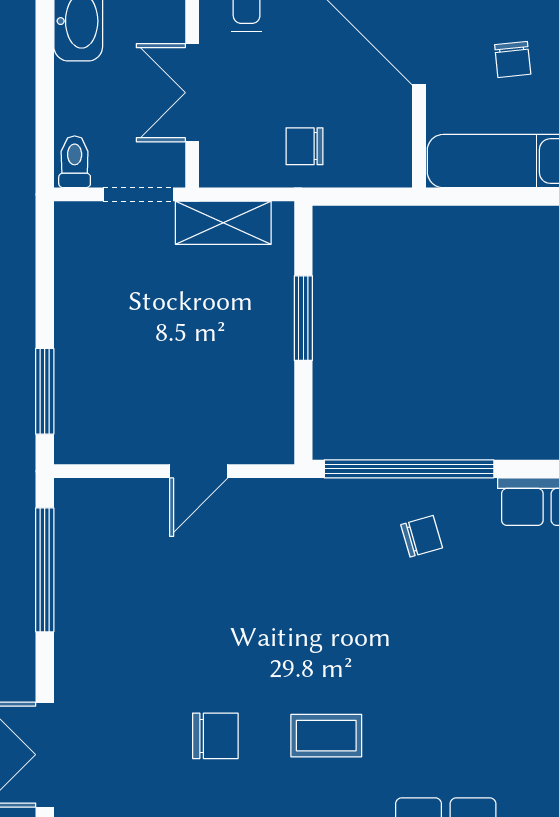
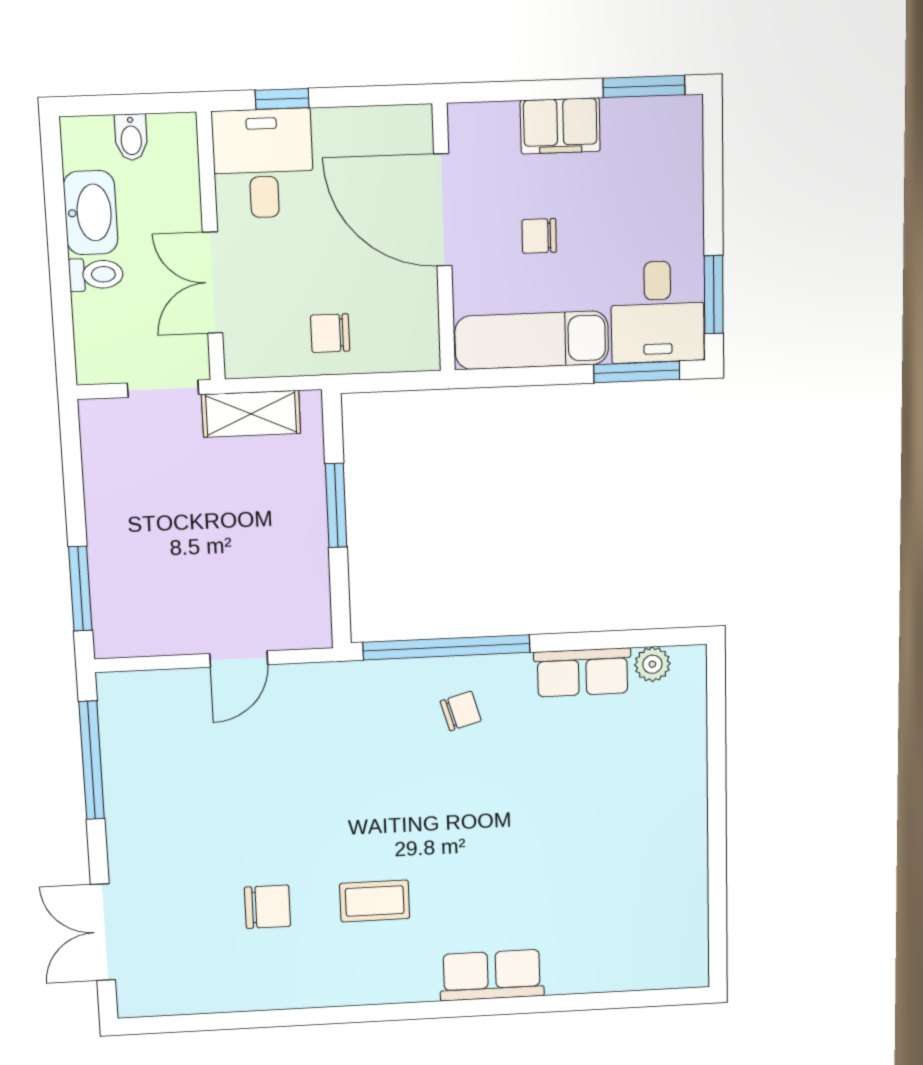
chair: (513, 59) -> (539, 236), turned 96
toilet: (75, 162) -> (96, 275), moved, turned 90

